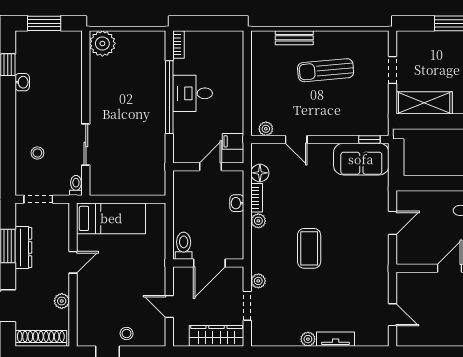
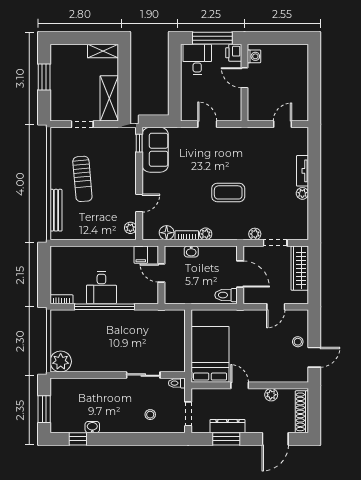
bench: (294, 38) -> (56, 210), width x1.36
bed: (111, 218) -> (210, 354), width x1.50

